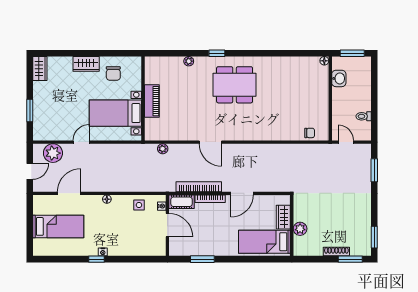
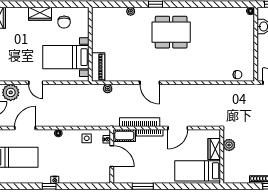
piano: (152, 101) -> (98, 67), moved
door: (81, 142) -> (36, 83), swing flipped
plant: (300, 229) -> (229, 145), moved

